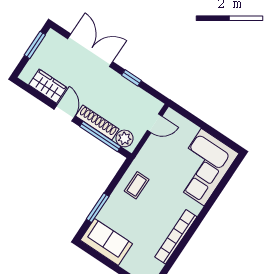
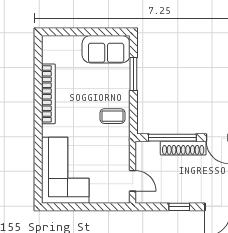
door: (155, 123) -> (133, 181), swing flipped
plant: (124, 138) -> (150, 150), removed
coffee table: (137, 185) -> (112, 116), turned 90

